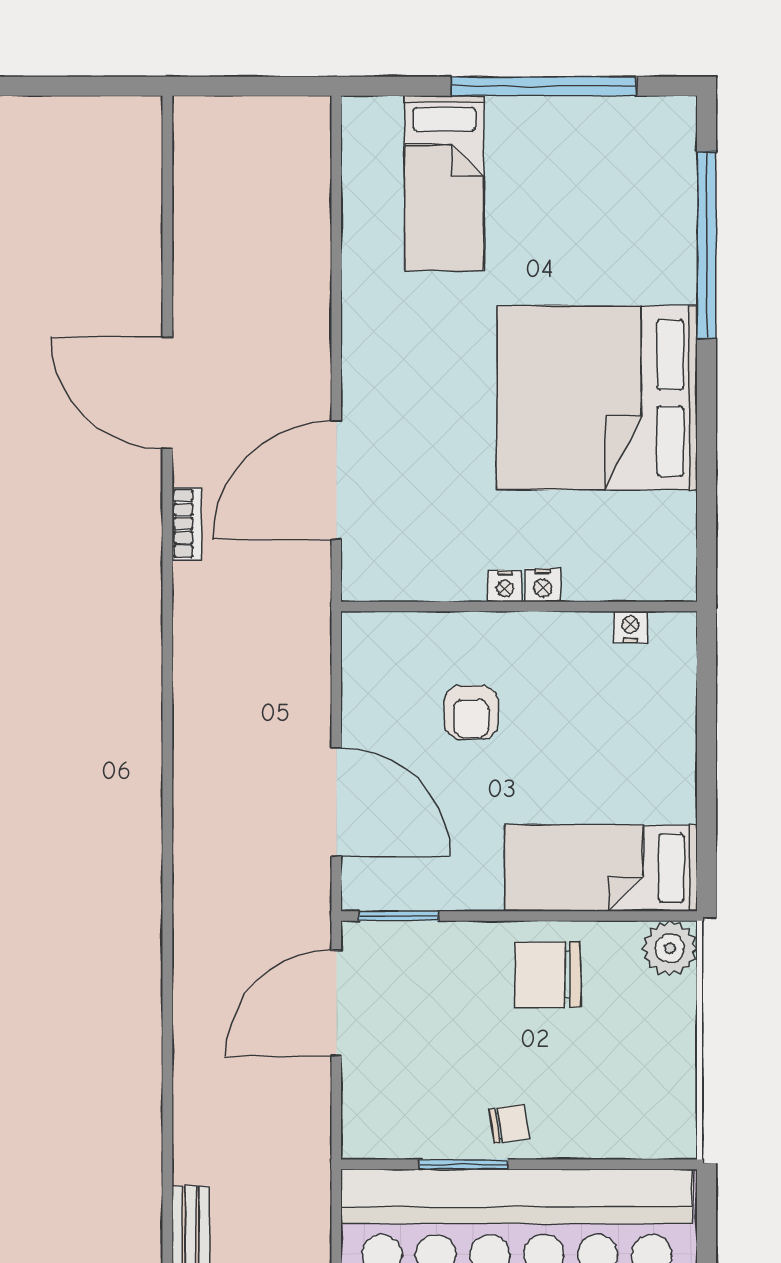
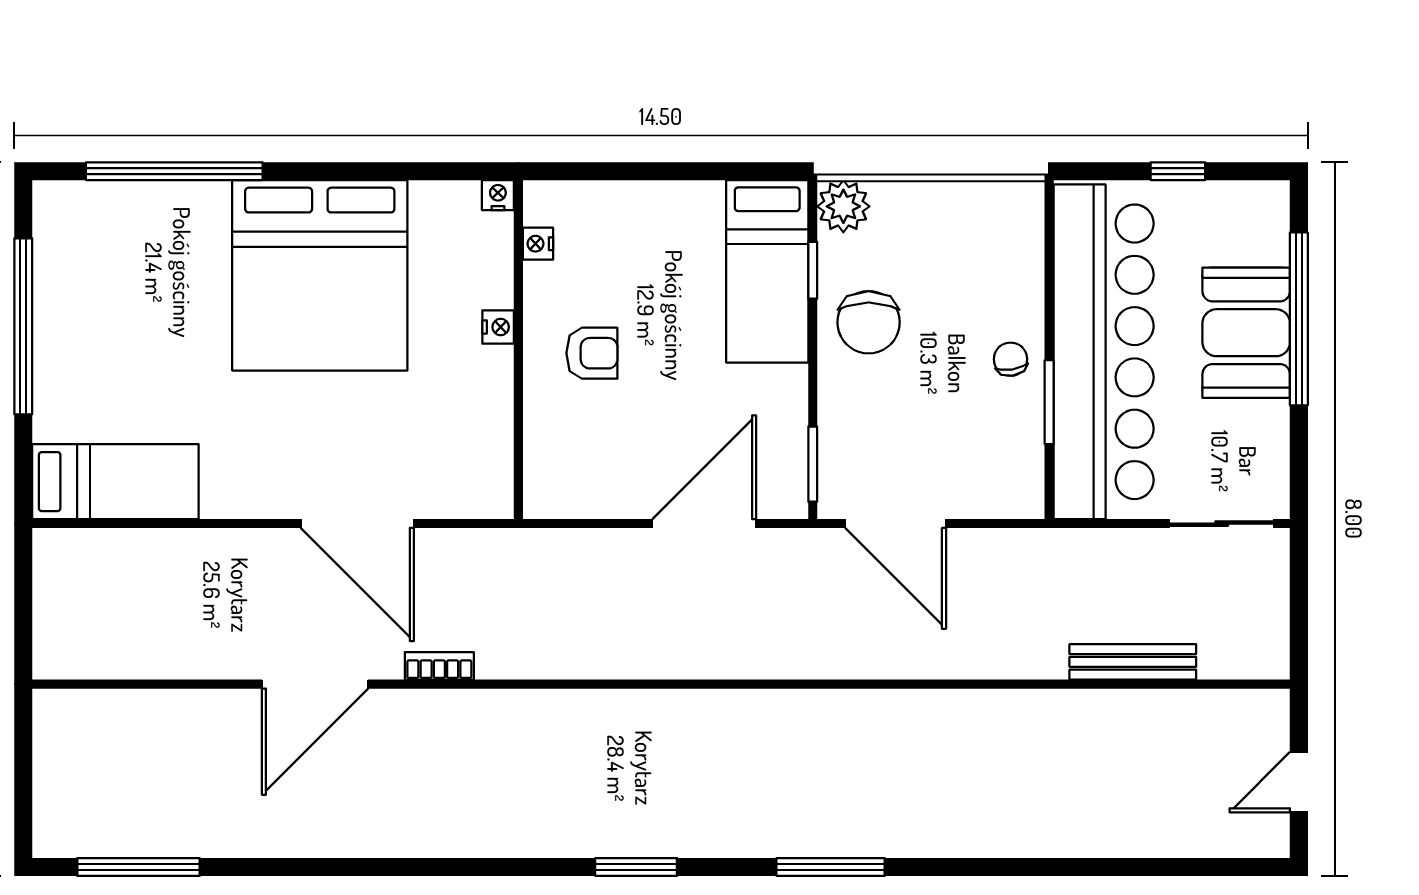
bed: (444, 183) -> (115, 482), moved
door: (336, 480) -> (357, 524), moved
nightstand: (505, 586) -> (498, 195), moved, turned -90
armchair: (471, 712) -> (592, 353), moved
window: (602, 916) -> (813, 270), added

